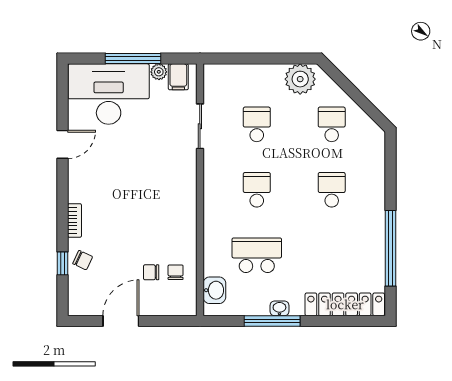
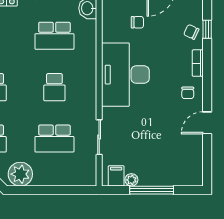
desk: (109, 94) -> (125, 75), moved, turned 90
school desk: (257, 124) -> (54, 139), width x1.85
chair: (176, 272) -> (188, 93), moved

